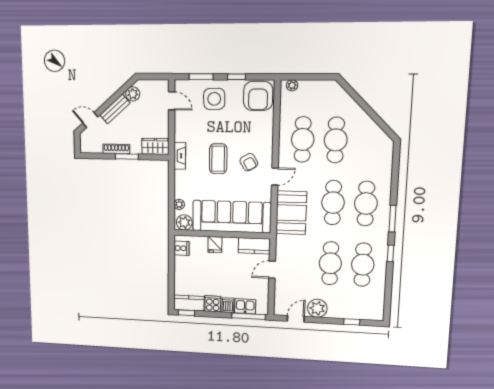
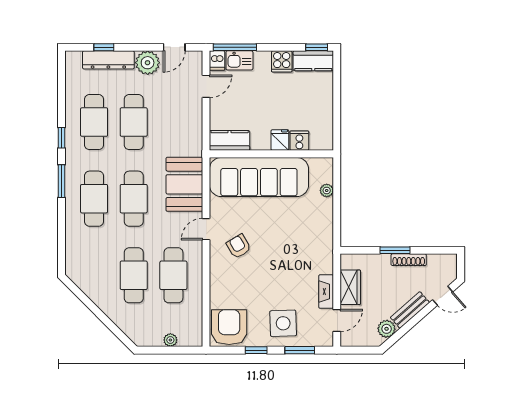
plant: (292, 85) -> (170, 340), moved
door: (172, 101) -> (337, 321), swing flipped
wardrobe: (155, 146) -> (350, 287), moved, turned -90
fireplace: (180, 156) -> (326, 292), moved
coffee table: (218, 159) -> (277, 250), removed
plant: (184, 222) -> (320, 167), removed
cooker: (181, 248) -> (299, 141), moved, turned 90
door: (272, 270) -> (206, 86), moved
dishwasher: (228, 305) -> (217, 61), moved
dresser: (349, 312) -> (108, 60), added

